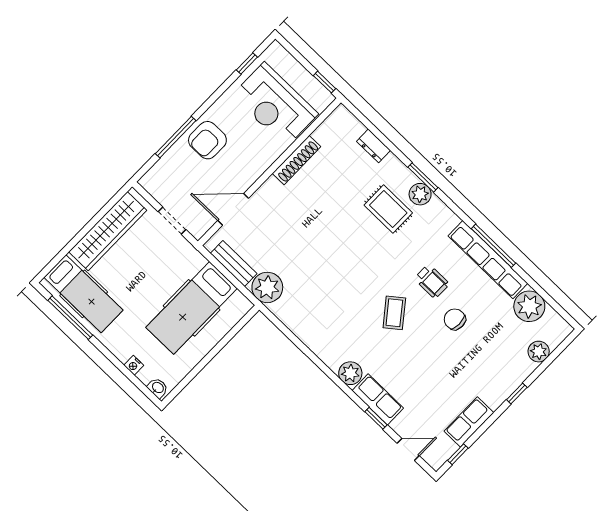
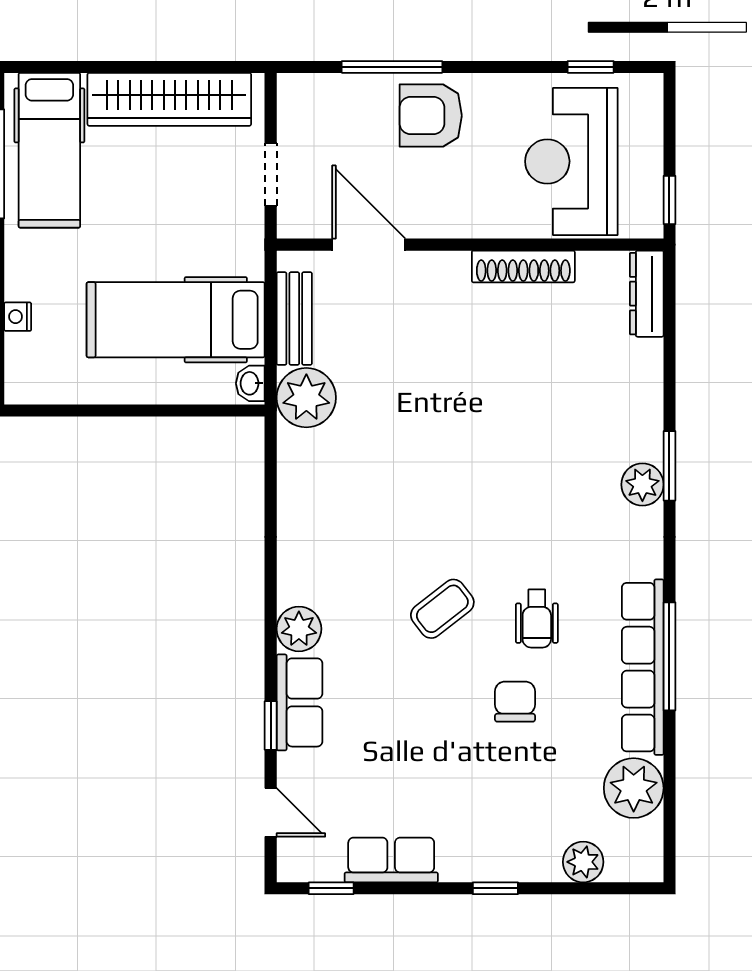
dresser: (373, 146) -> (647, 294), moved, width x1.44
rug: (388, 209) -> (579, 460), removed
washbasin: (158, 388) -> (250, 383), moved, turned 180

